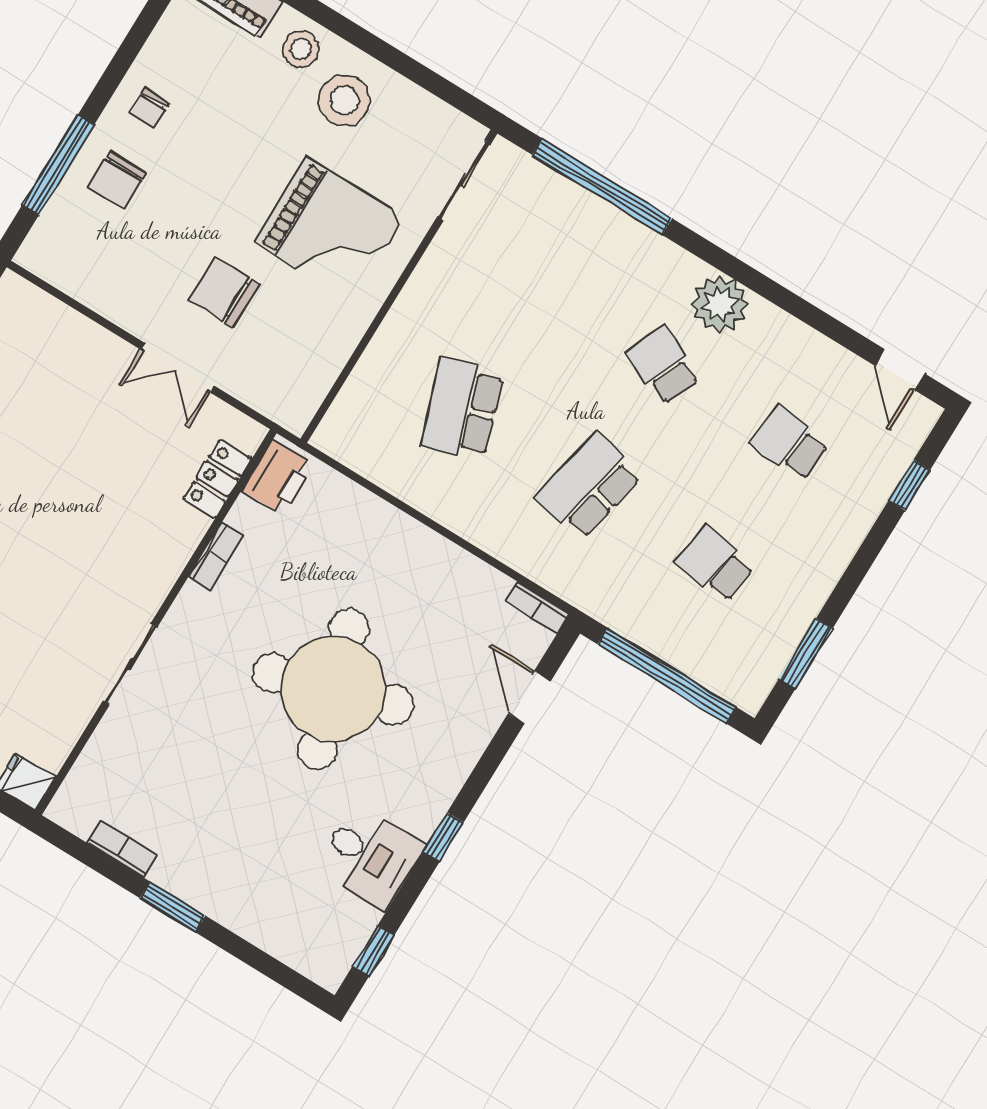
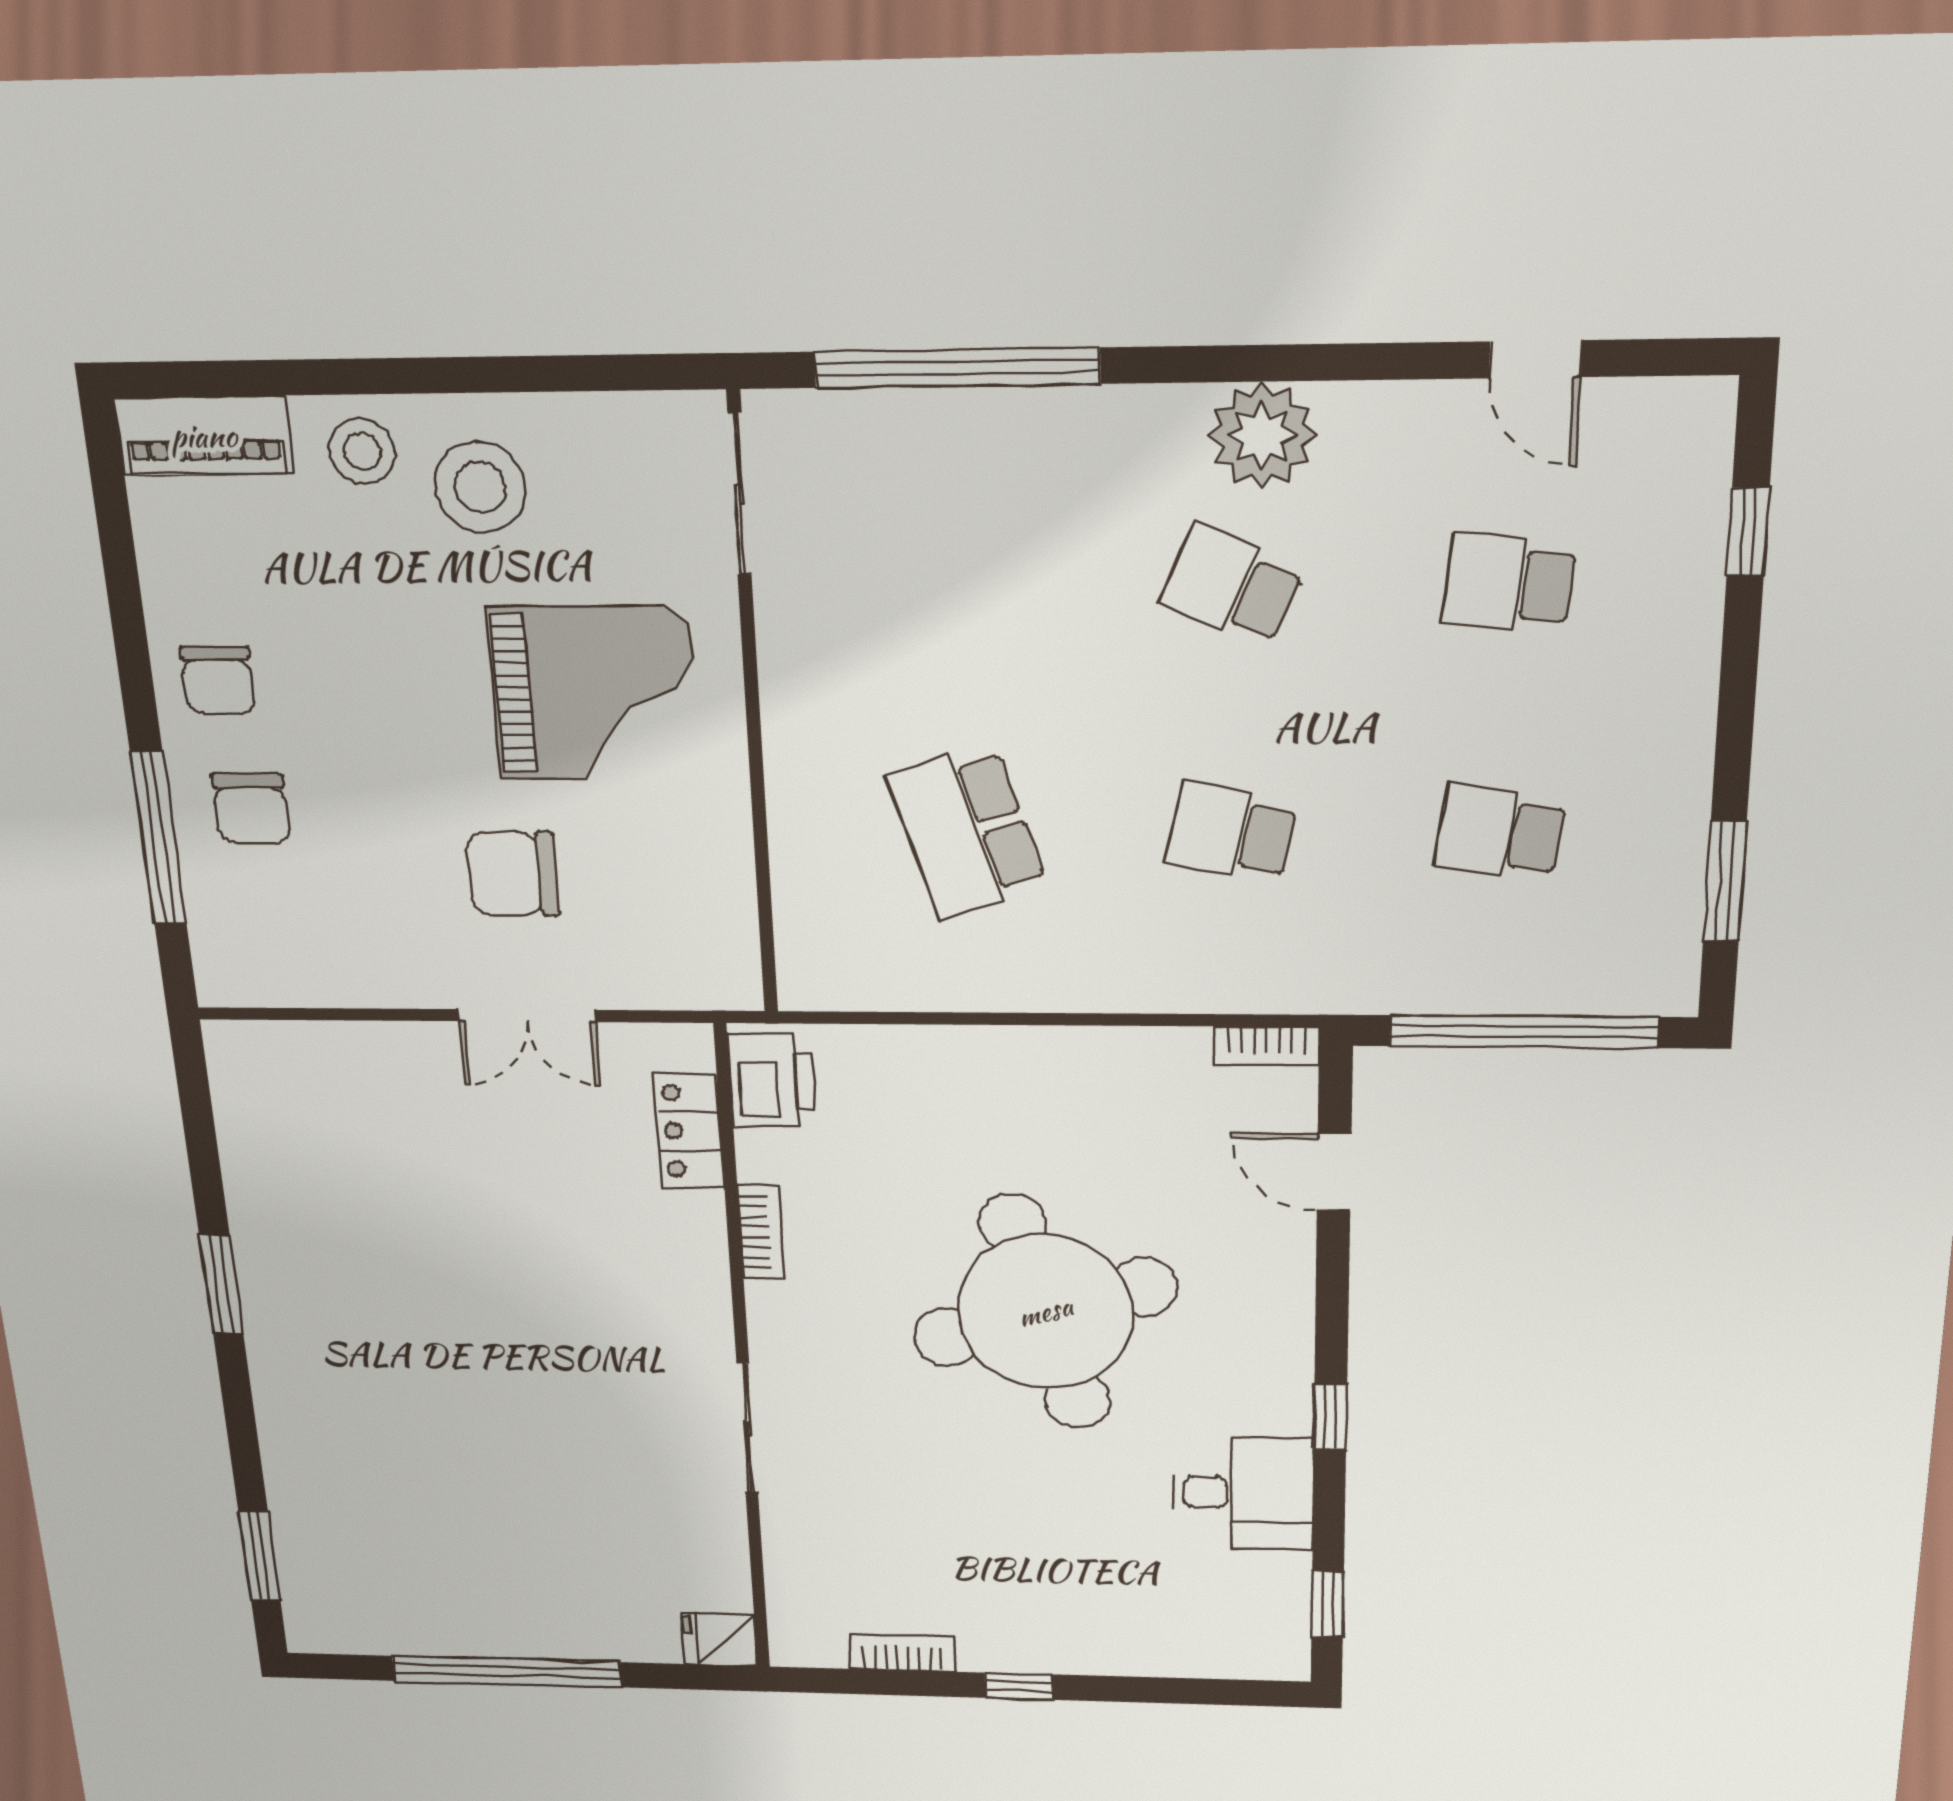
chair: (149, 109) -> (218, 680), width x1.37, depth x1.37
door: (900, 370) -> (1535, 359), moved
school desk: (589, 486) -> (1231, 832), width x0.54
window: (173, 907) -> (1019, 1686), width x0.67

